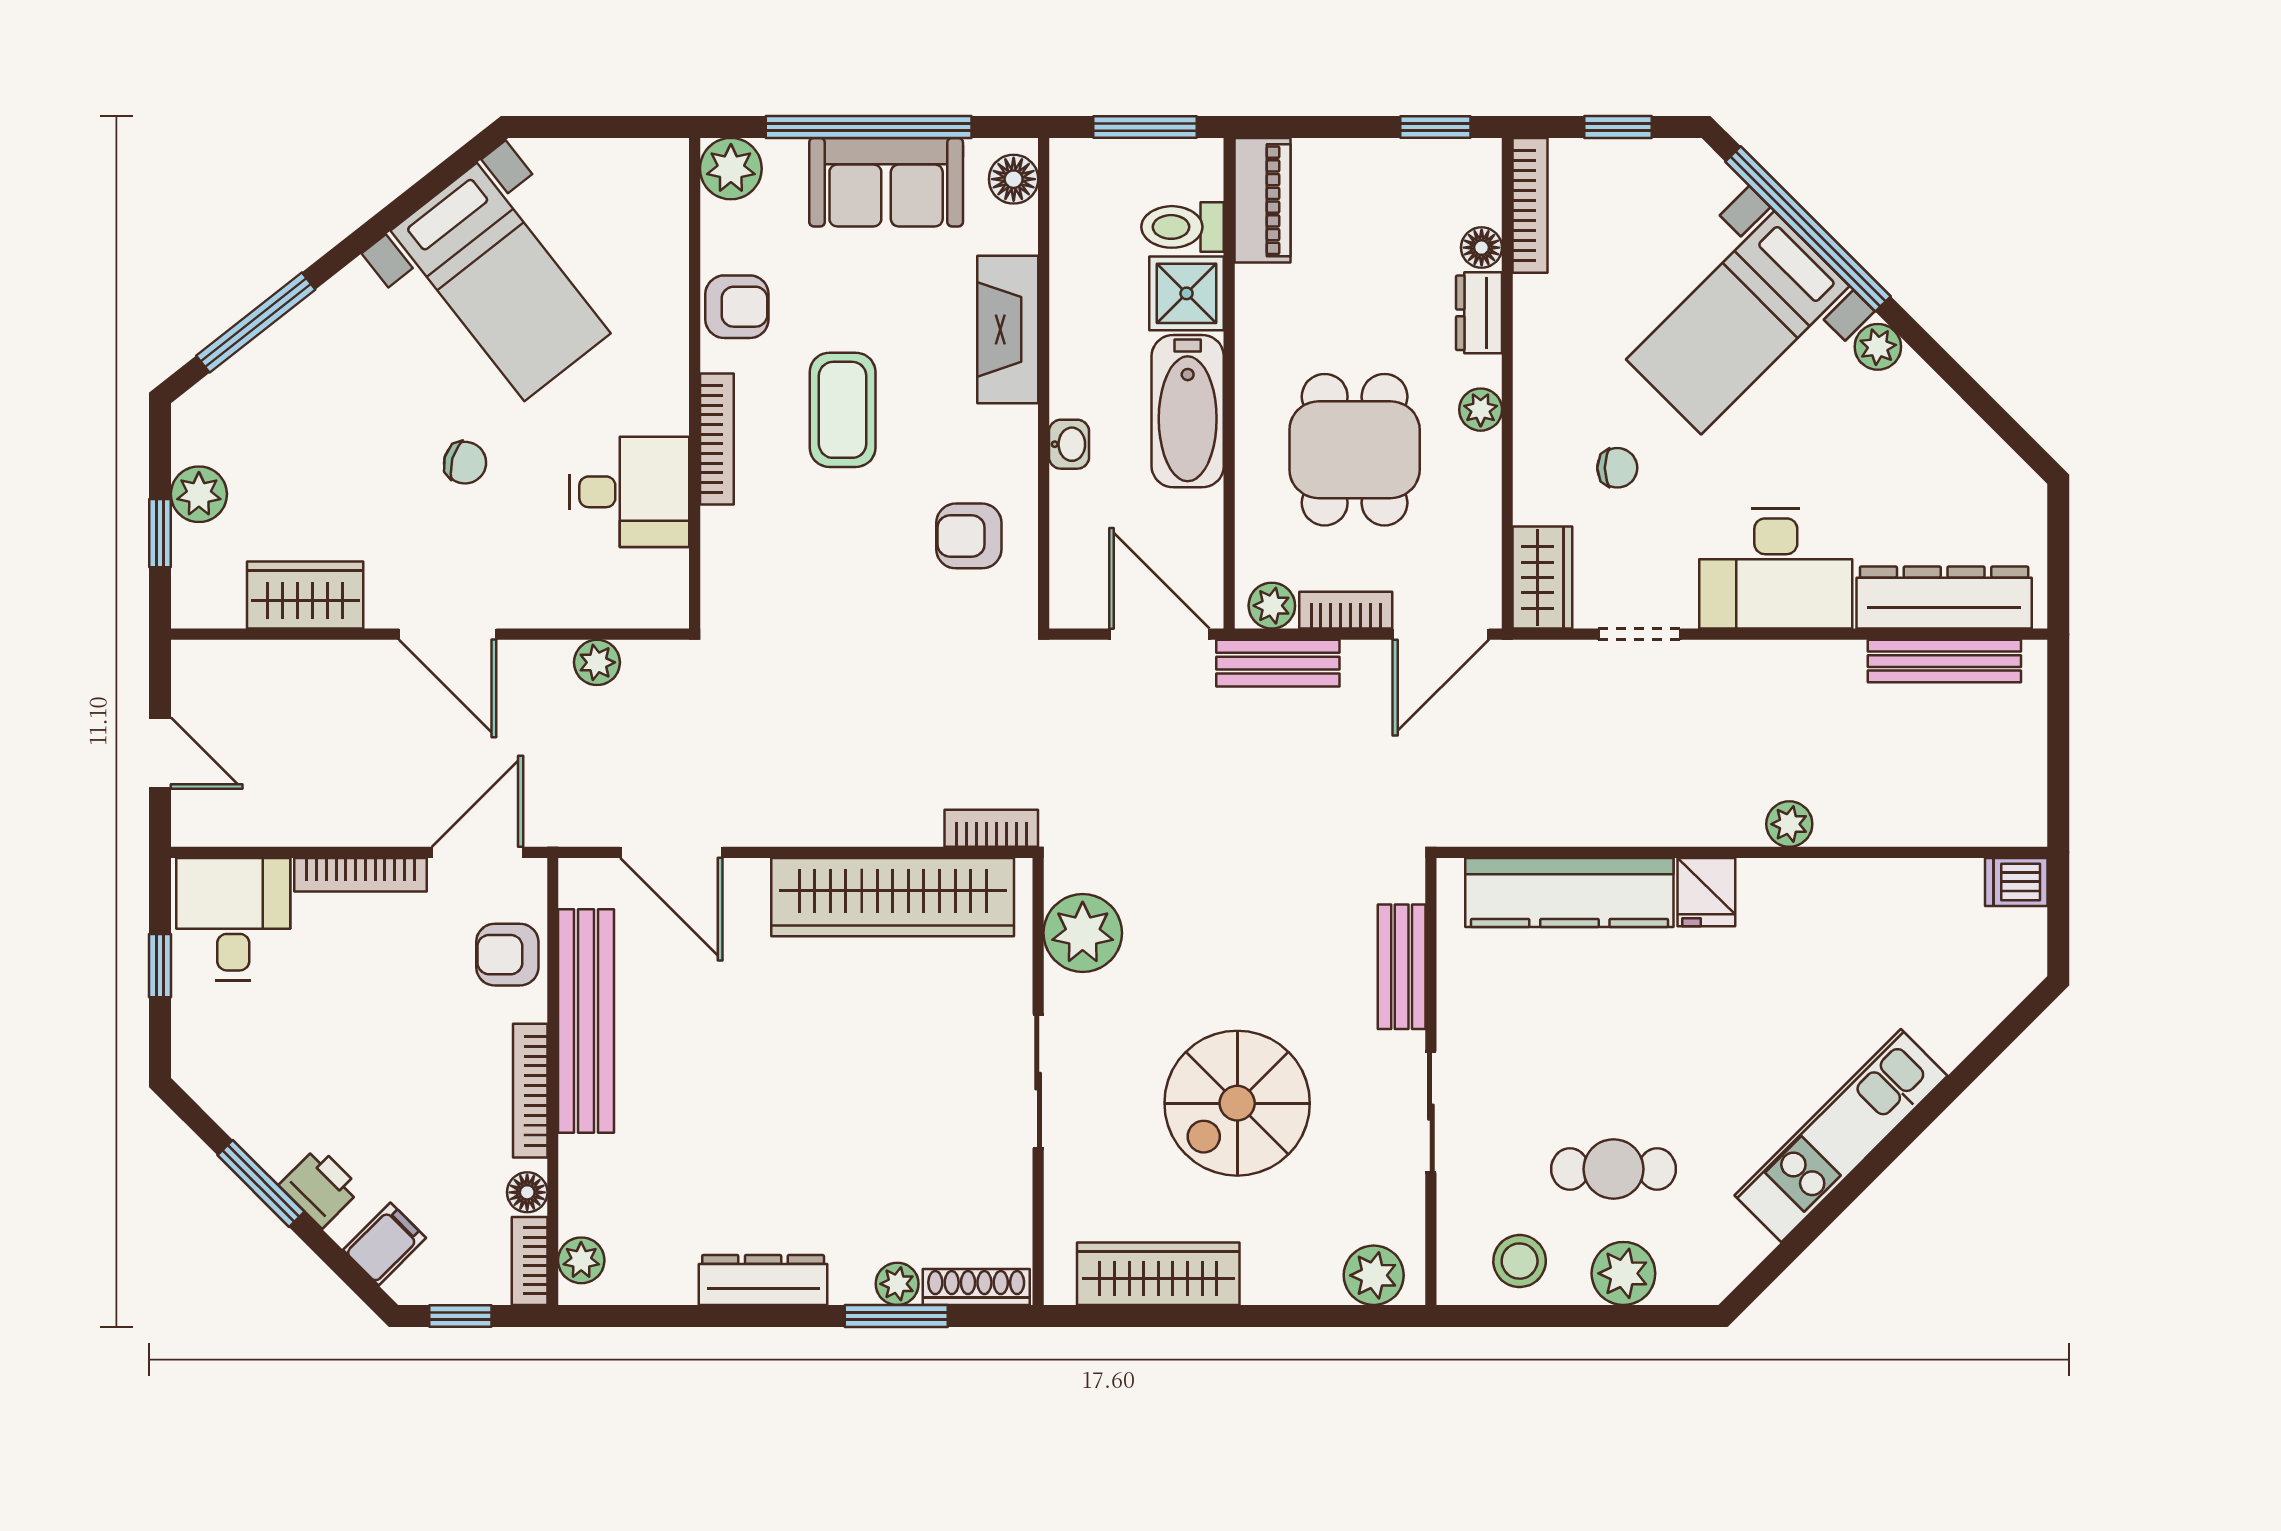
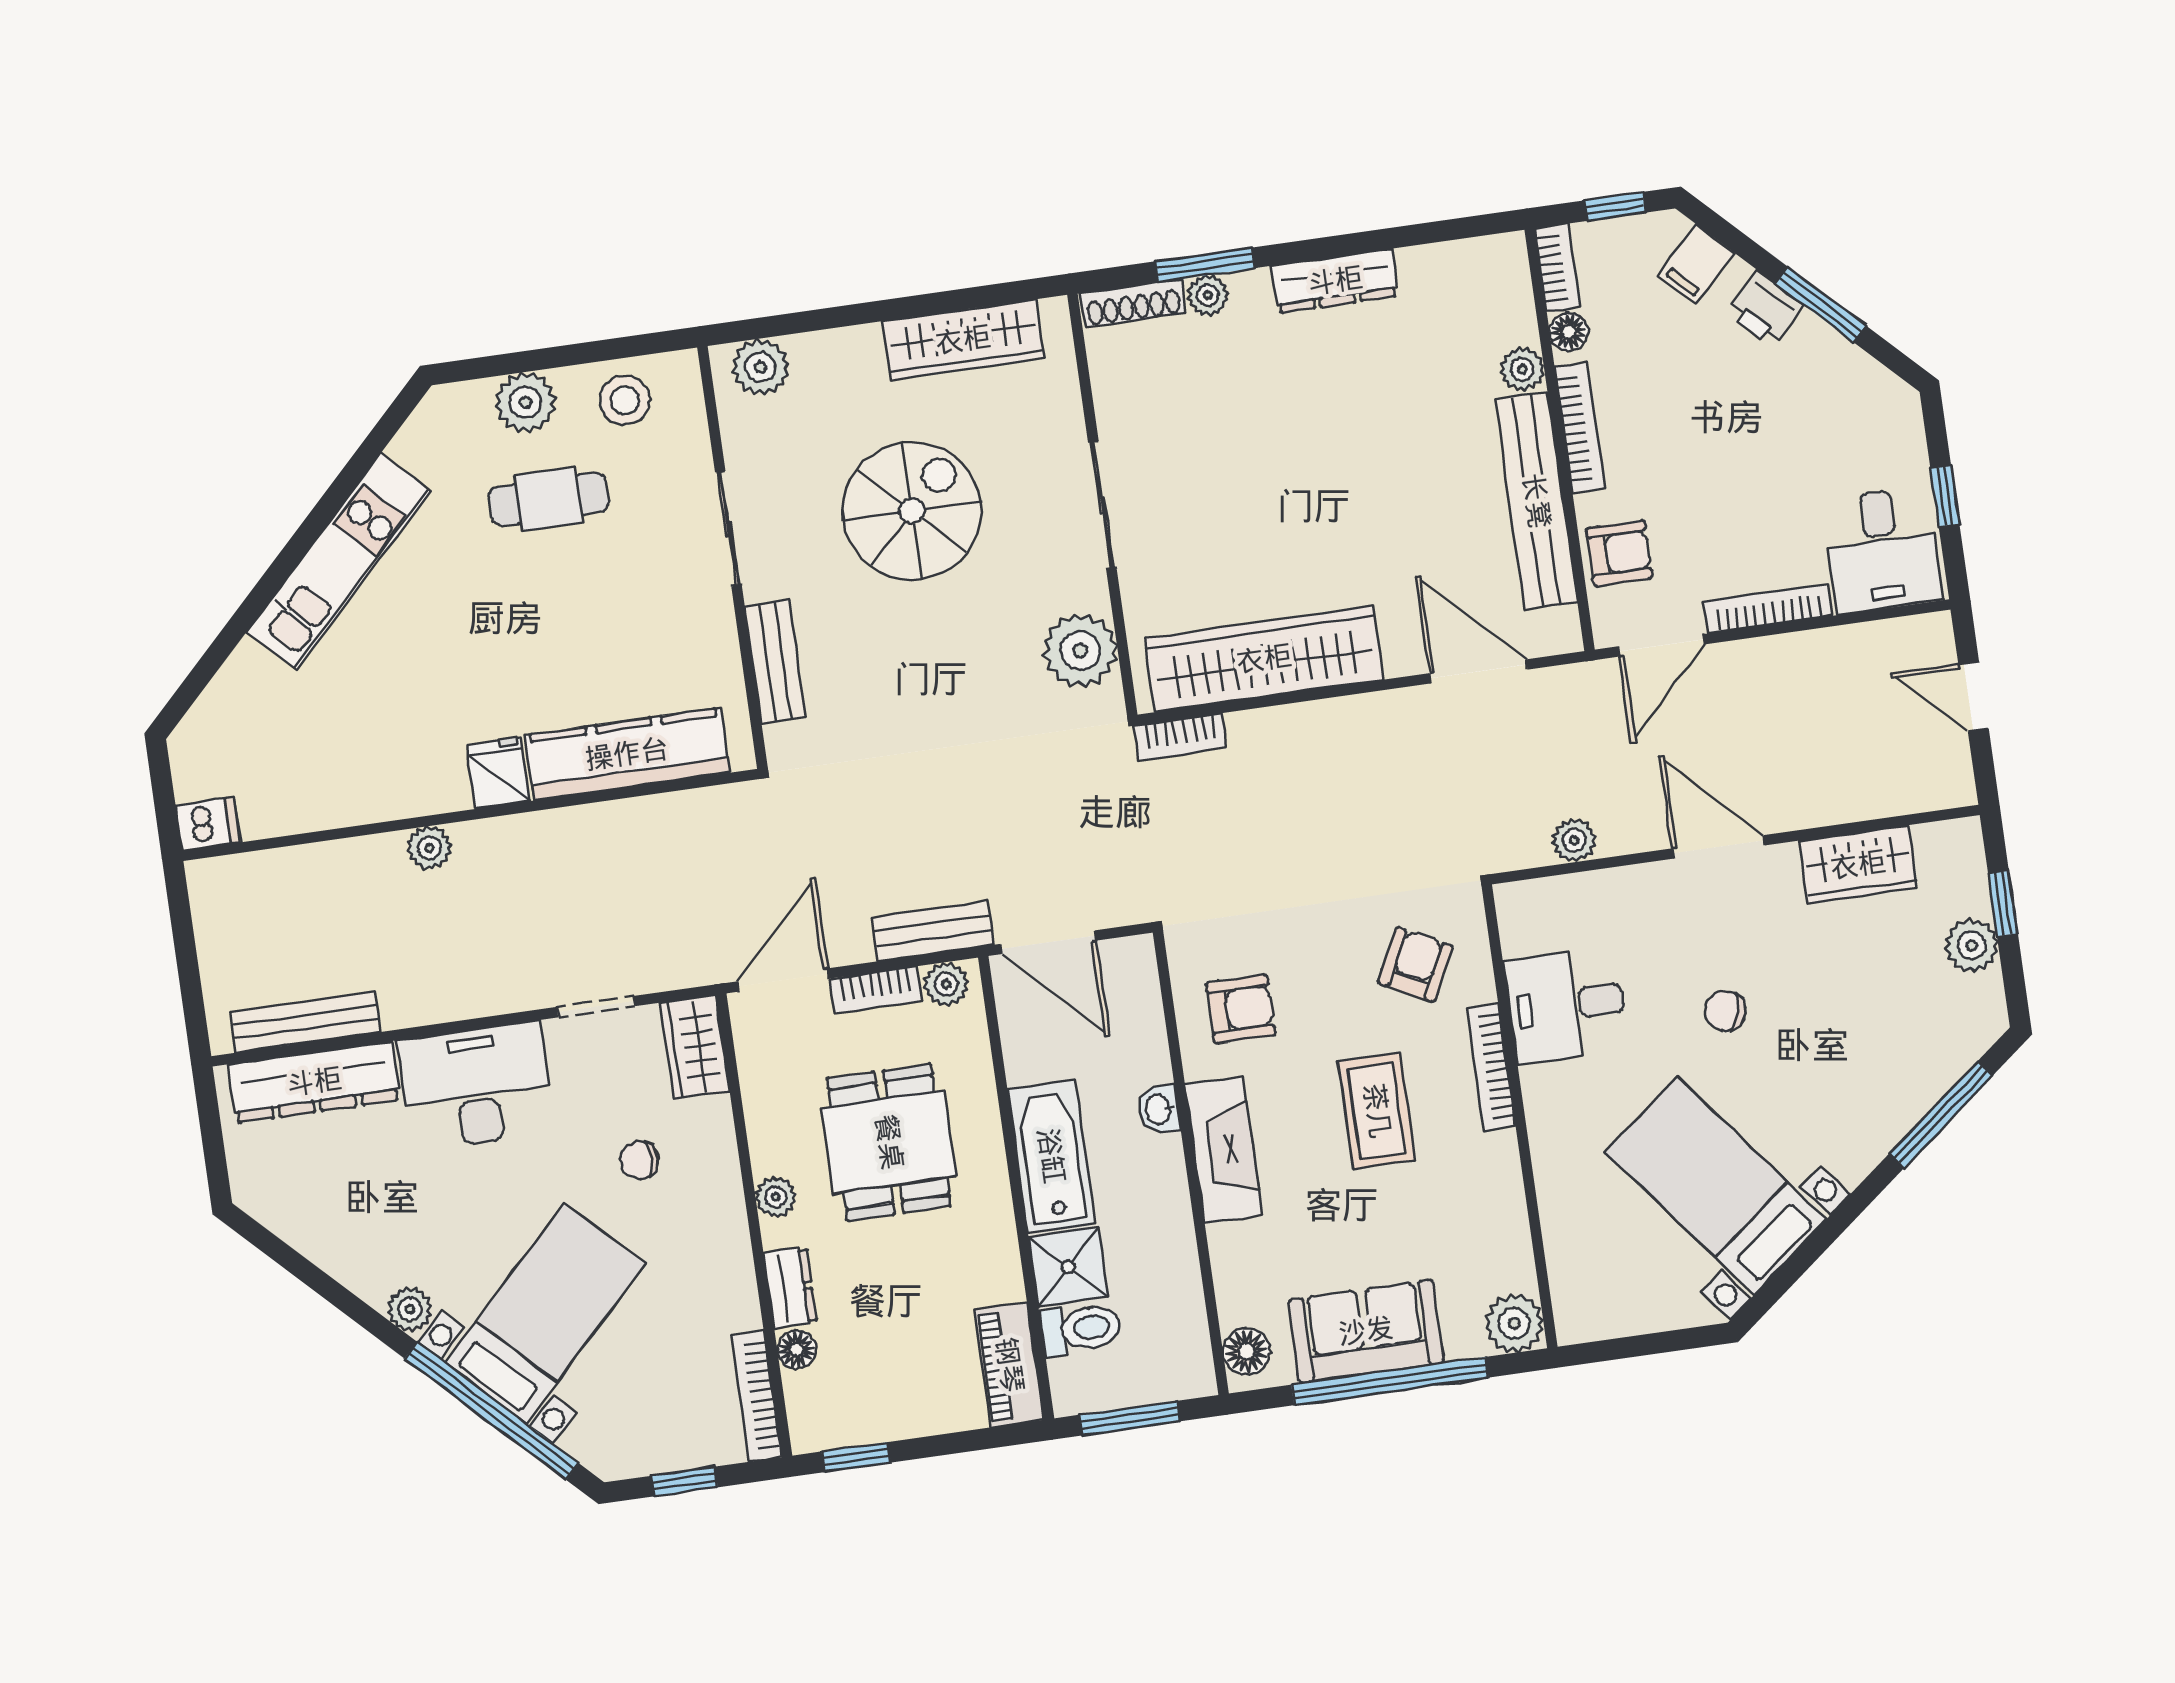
armchair: (737, 307) -> (1415, 965), moved, turned 117
fireplace: (1008, 329) -> (1223, 1150), moved
plant: (581, 1260) -> (1522, 369), moved

